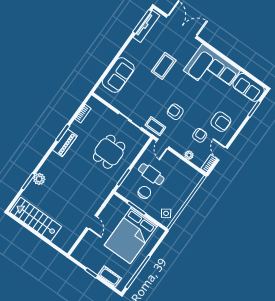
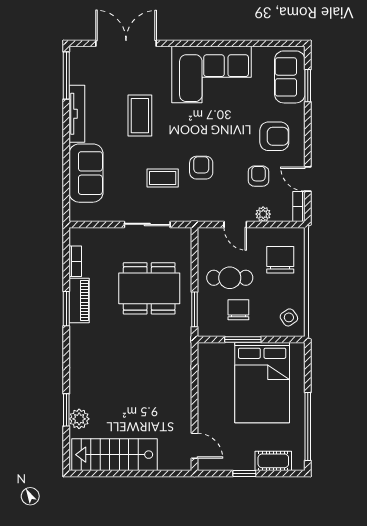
tv unit: (146, 26) -> (77, 114), moved
sofa: (249, 87) -> (290, 77), moved, turned 90
armchair: (175, 112) -> (201, 168), turned 90
coffee table: (155, 126) -> (163, 178), moved
piano: (65, 143) -> (79, 301), moved
door: (163, 144) -> (235, 224), moved
dining table: (109, 152) -> (149, 288), width x1.38
plant: (39, 179) -> (79, 419), moved
chair: (182, 183) -> (280, 260), added
door: (92, 222) -> (195, 446), moved

